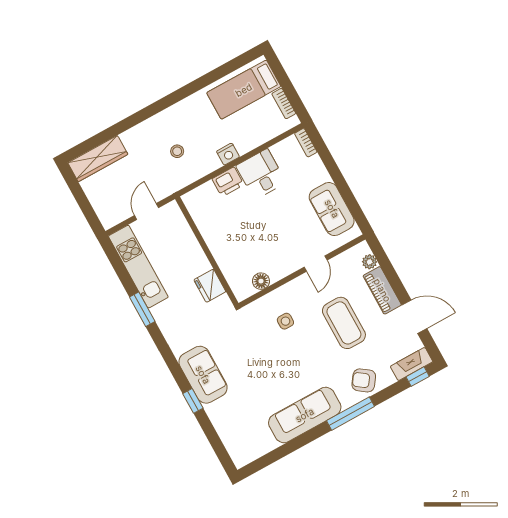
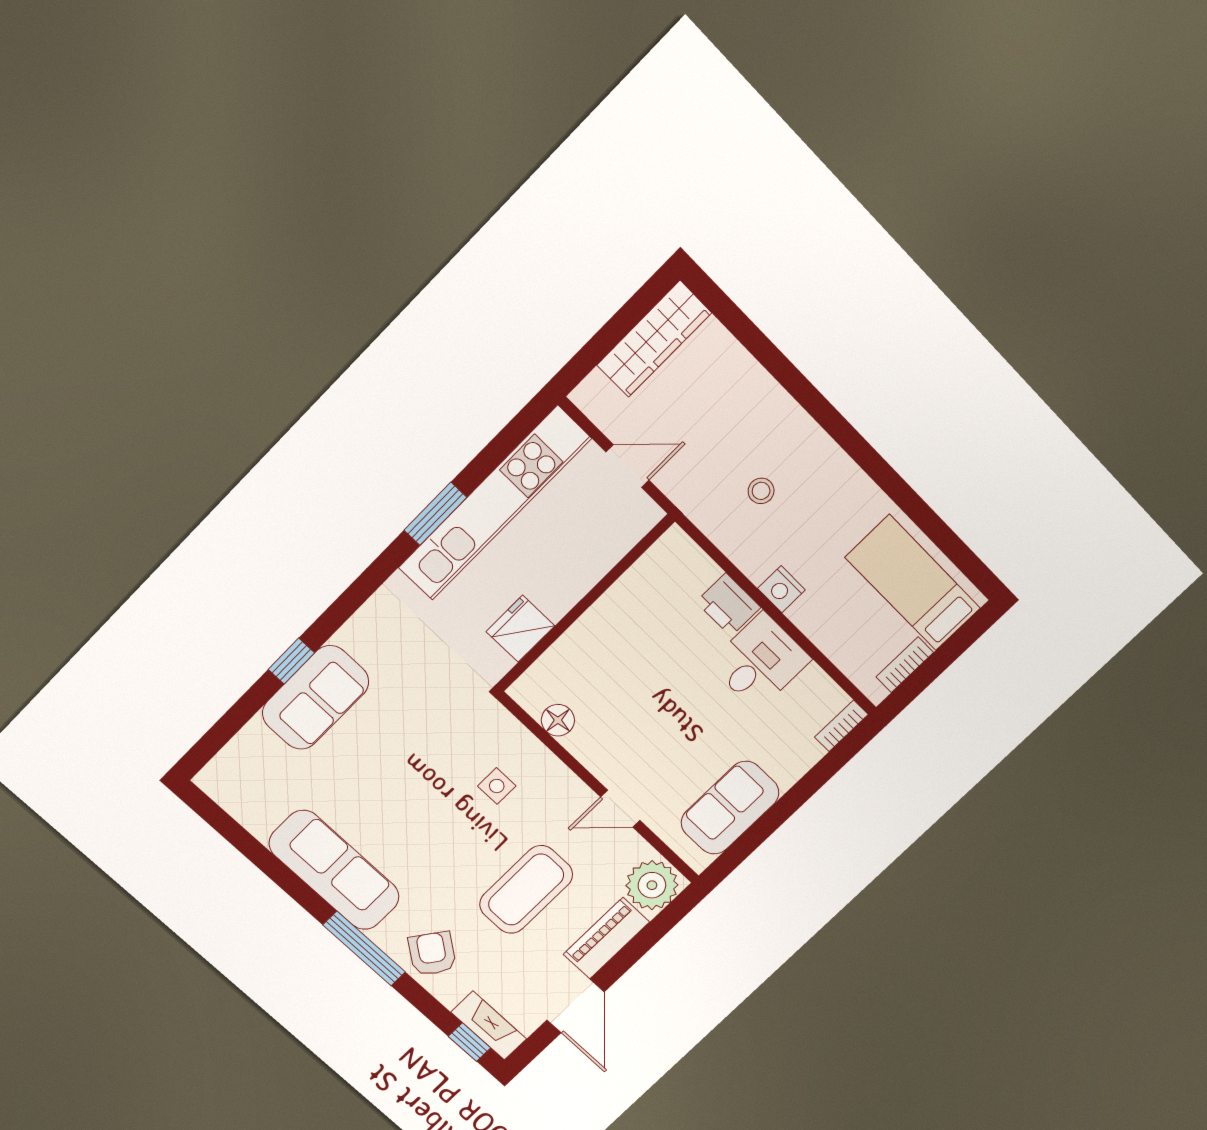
wardrobe: (98, 159) -> (654, 339), moved, turned -90
plant: (369, 262) -> (652, 885), width x1.87, depth x1.87
kitchen unit: (138, 267) -> (494, 503), width x1.36
sofa: (203, 375) -> (315, 698), moved

